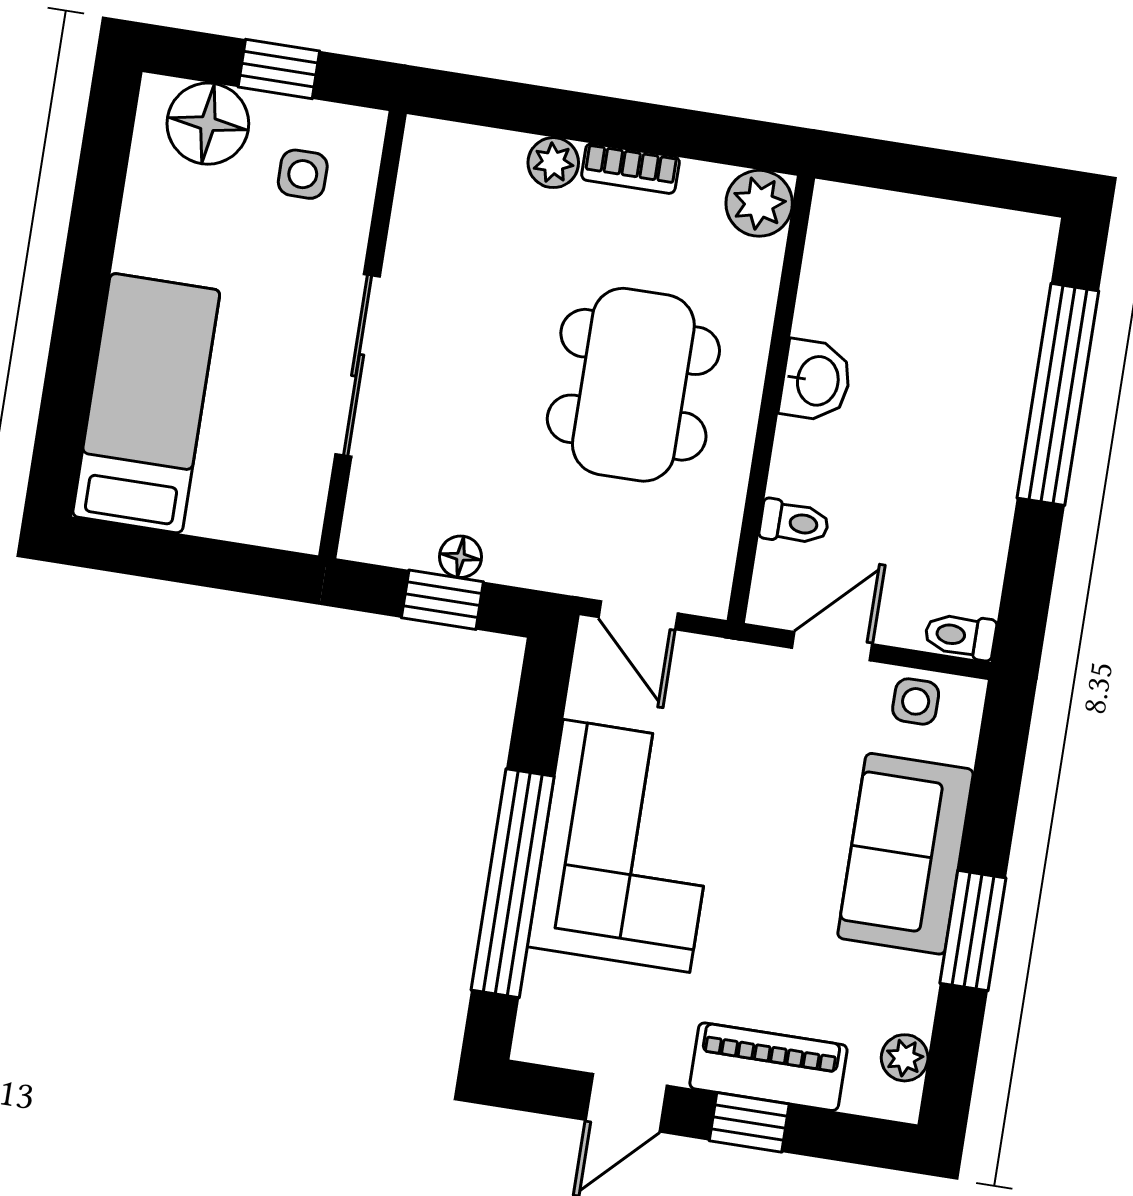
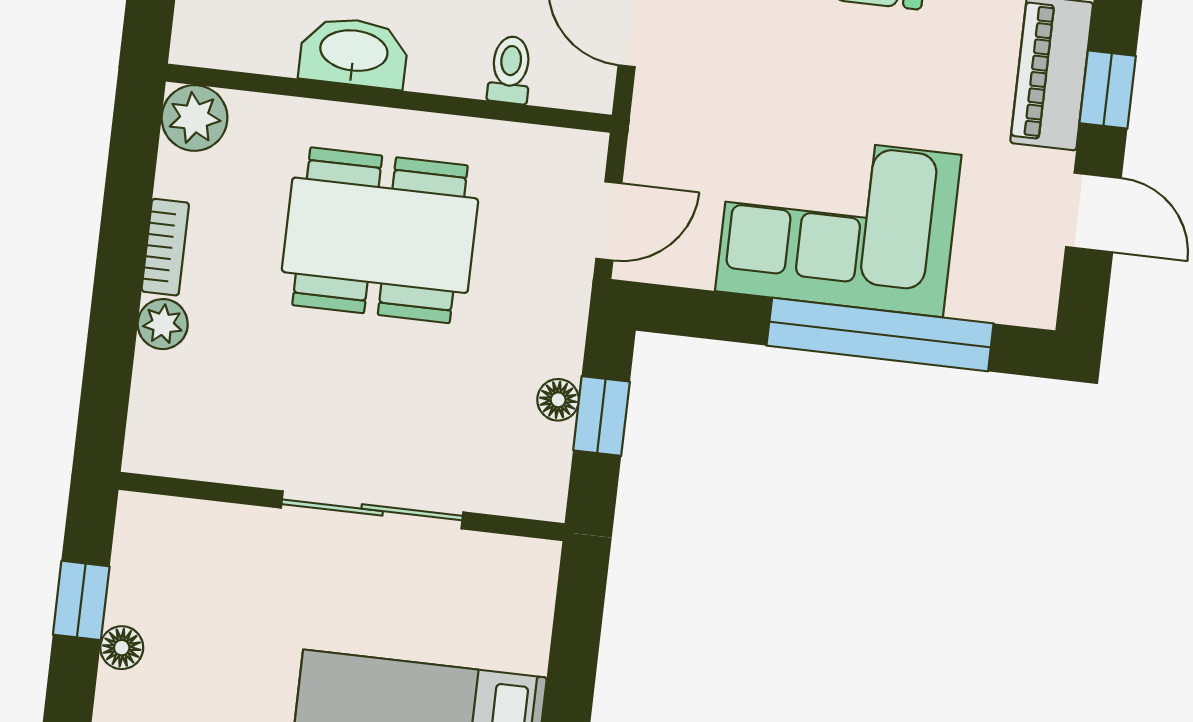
floor lamp: (208, 124) -> (122, 648), width x0.53, depth x0.53
side table: (303, 174) -> (185, 572), removed
washbasin: (816, 381) -> (354, 52), width x1.38

